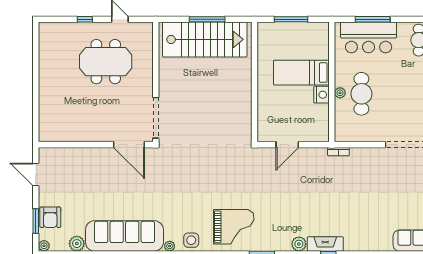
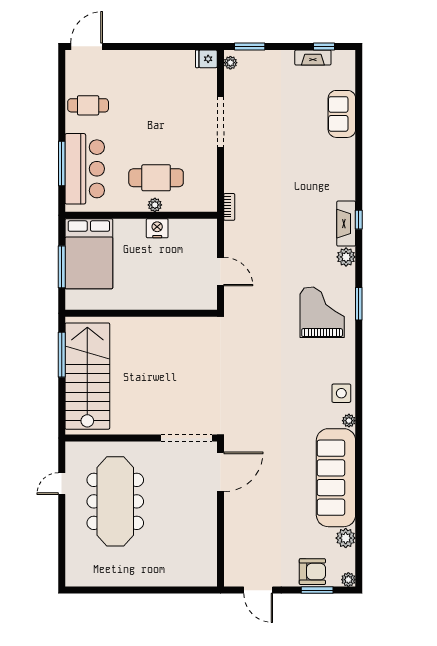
window: (85, 19) -> (62, 528), removed
window: (207, 19) -> (62, 355), moved
meeting table: (106, 62) -> (115, 501), width x1.36
bed: (301, 73) -> (89, 254), moved, width x1.50
door: (36, 174) -> (258, 590), hinge flipped
grand piano: (234, 227) -> (322, 312), moved

